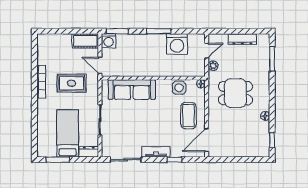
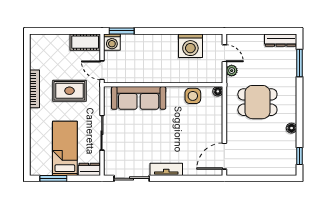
window: (159, 31) -> (169, 31), removed
dresser: (242, 39) -> (281, 40), moved
door: (207, 51) -> (224, 53), hinge flipped
coffee table: (189, 116) -> (204, 128), removed
window: (174, 160) -> (187, 178), removed

